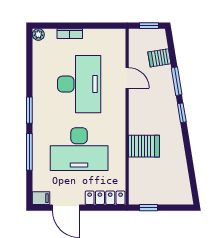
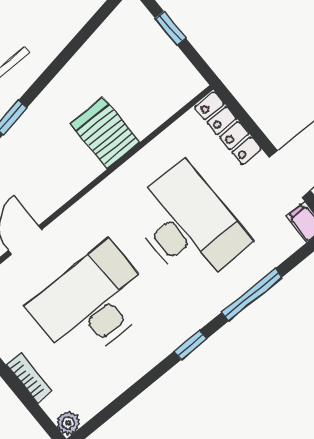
window: (29, 110) -> (190, 345), width x0.67
window: (148, 208) -> (170, 28), moved

